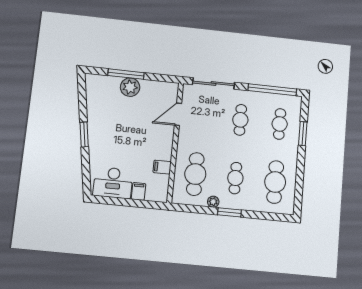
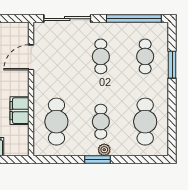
filing cabinet: (162, 167) -> (19, 111), width x2.00
plant: (213, 202) -> (104, 150), moved

